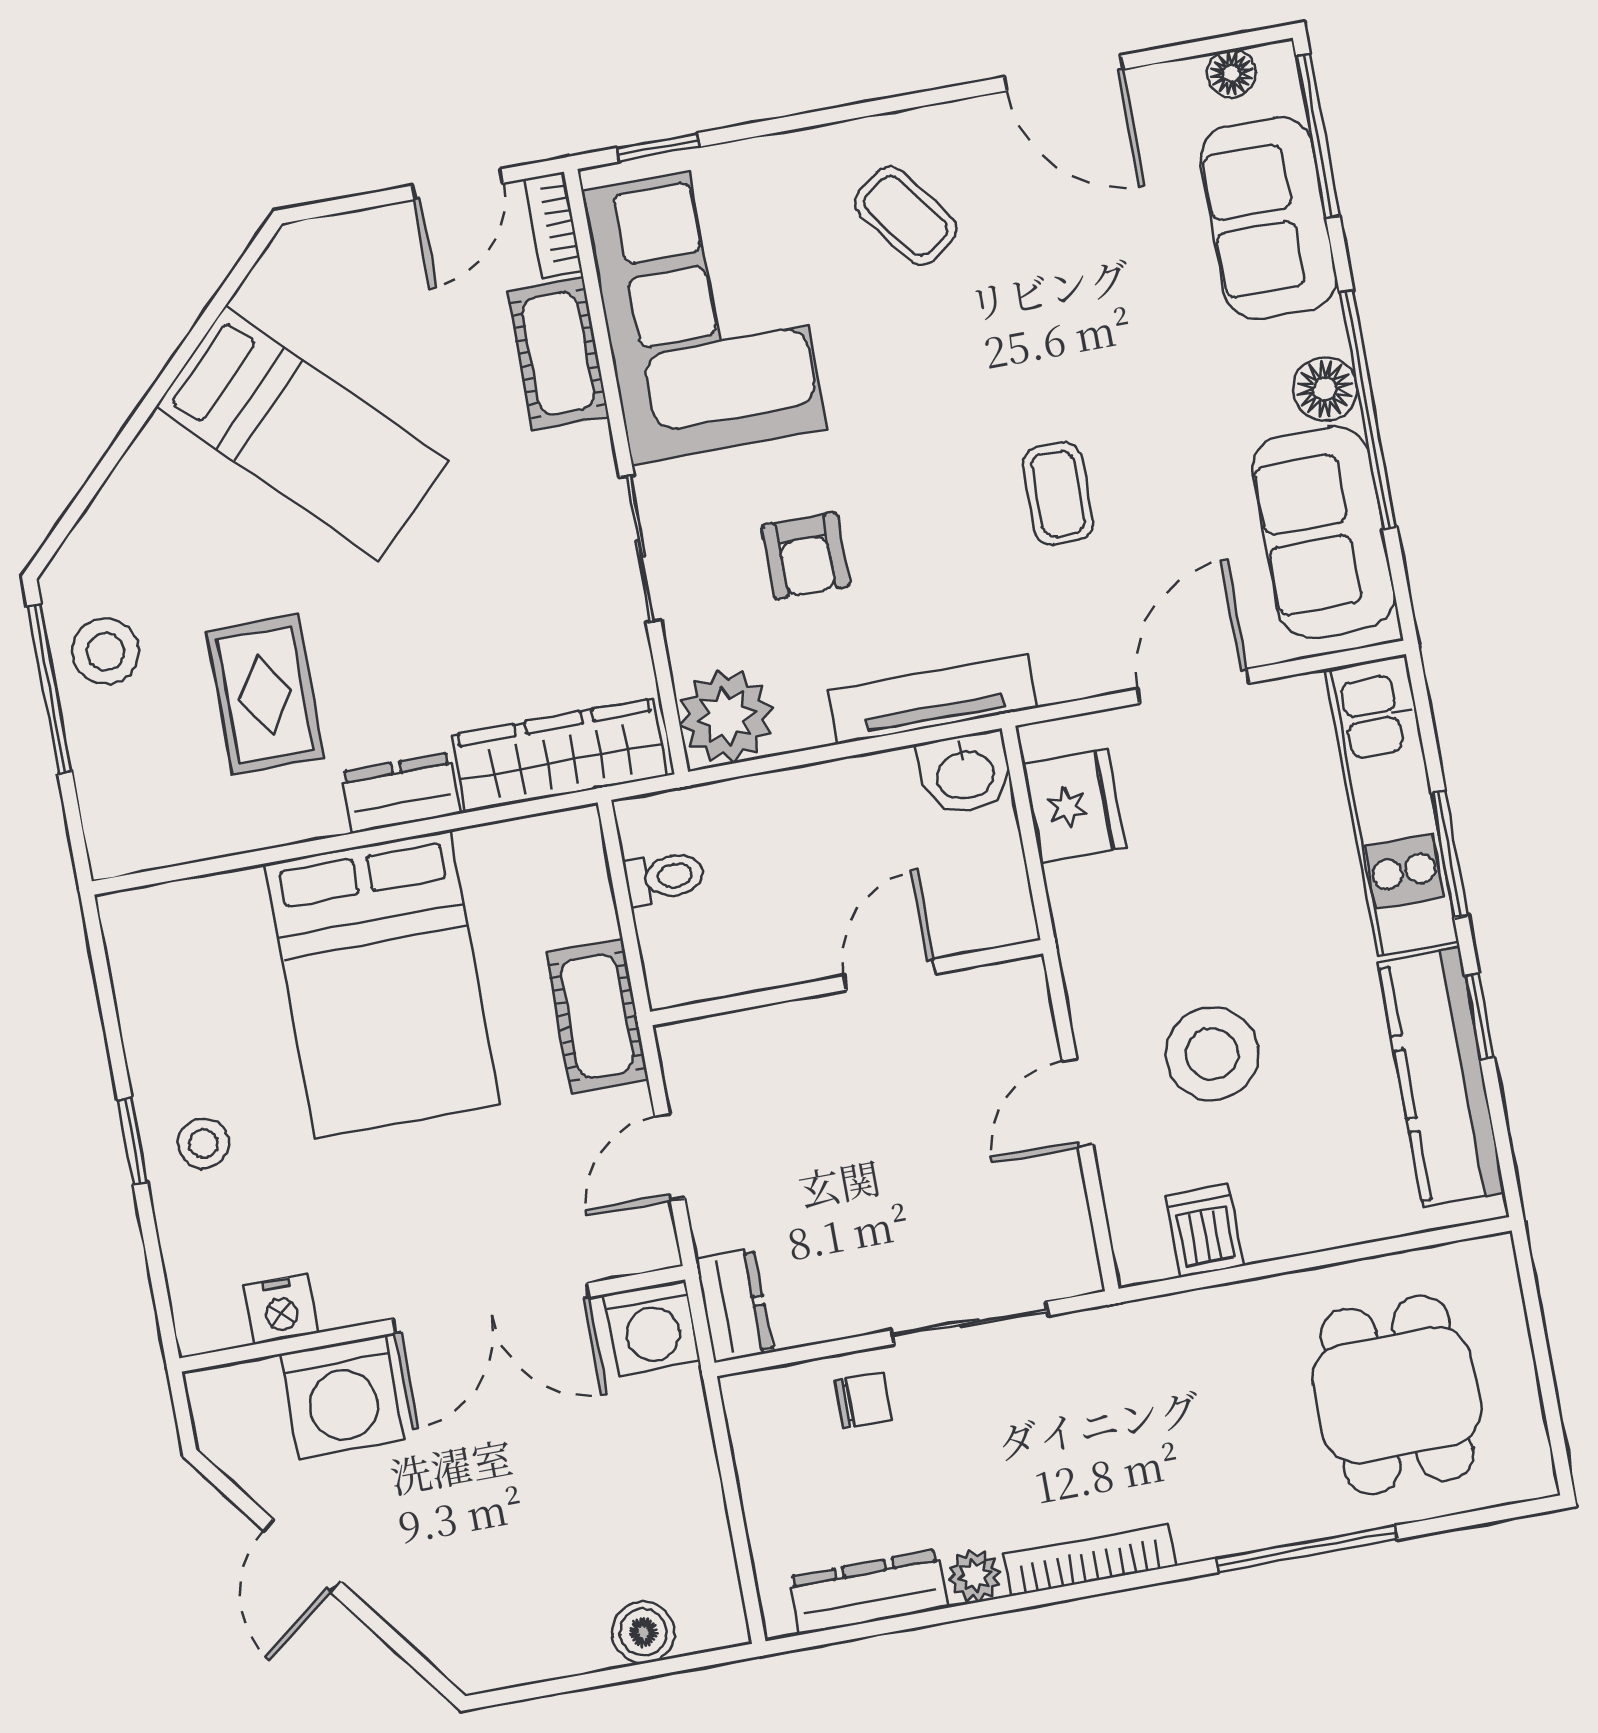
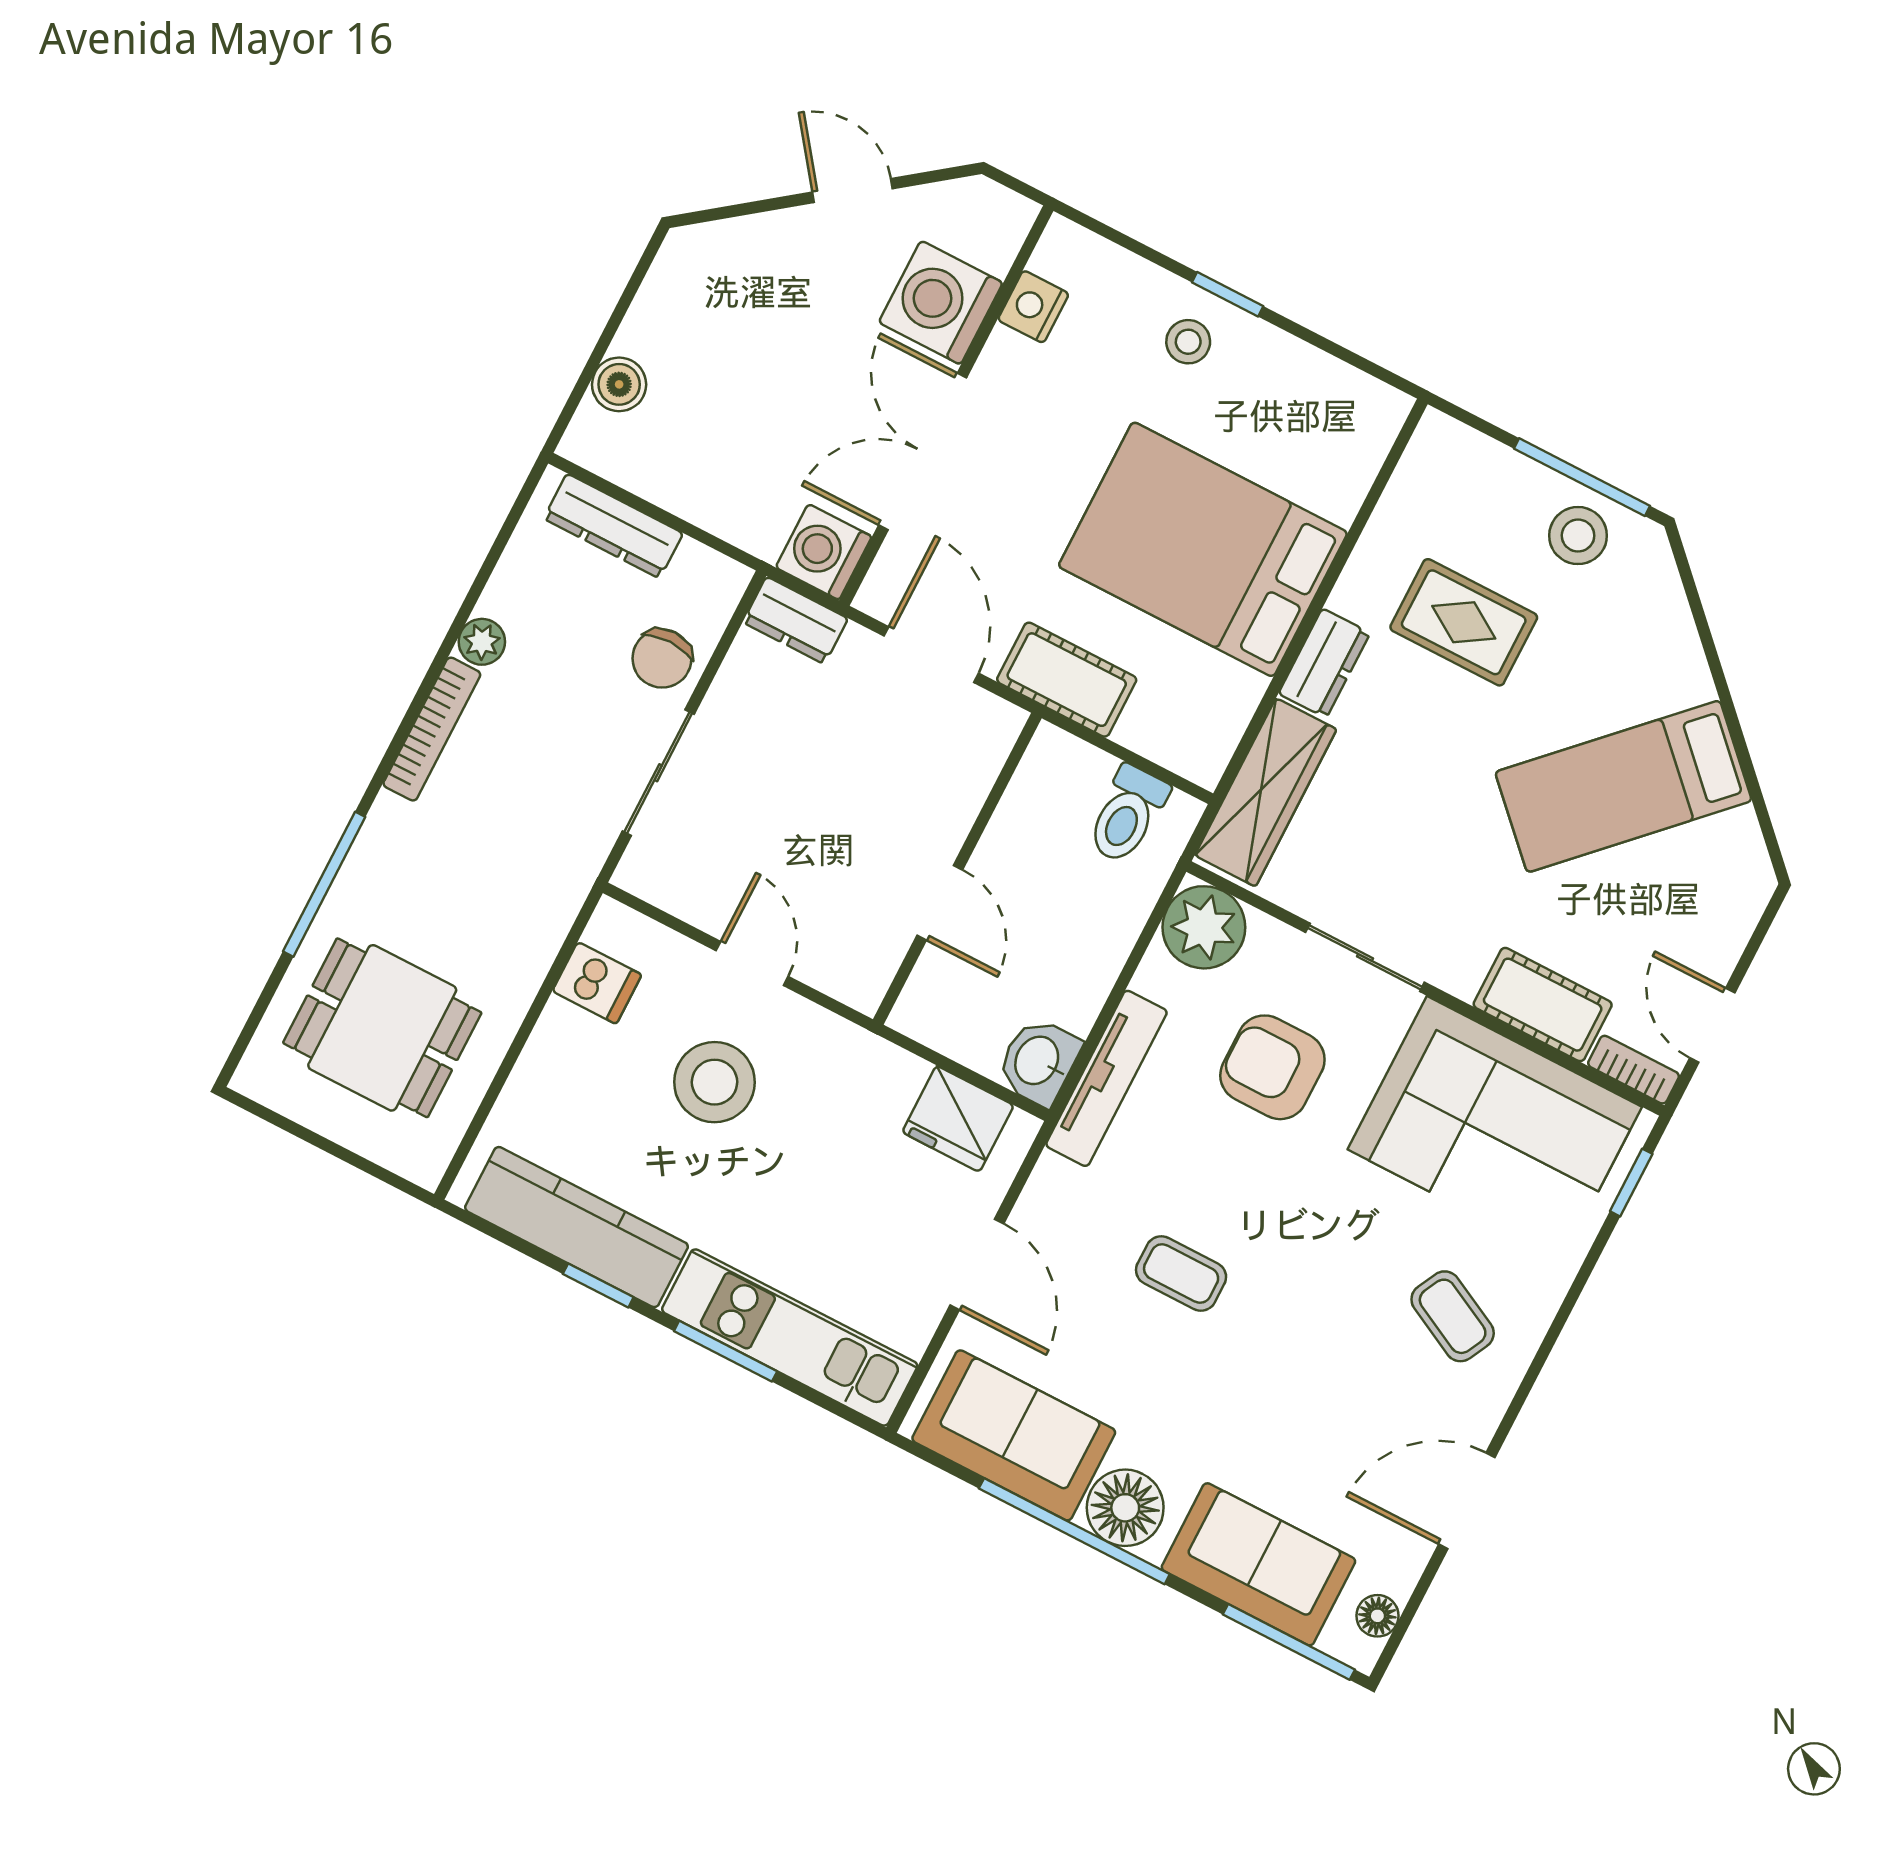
coffee table: (906, 216) -> (1453, 1316), turned 64
floor lamp: (1325, 389) -> (1125, 1508), width x1.38, depth x1.38
armchair: (806, 556) -> (1272, 1067), width x1.38, depth x1.38
toilet: (664, 877) -> (1127, 814), width x1.37, depth x1.39
door: (670, 1157) -> (931, 655), width x1.38
chair: (863, 1400) -> (662, 658), width x1.37, depth x1.37
dresser: (868, 1592) -> (613, 526), moved, turned 90

